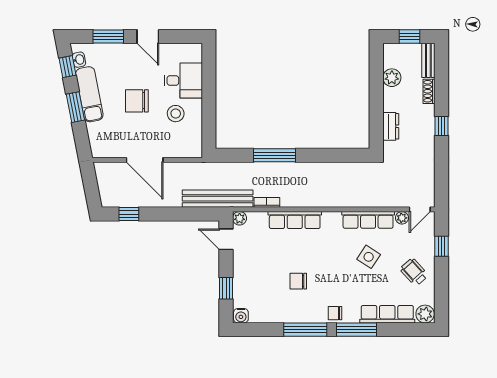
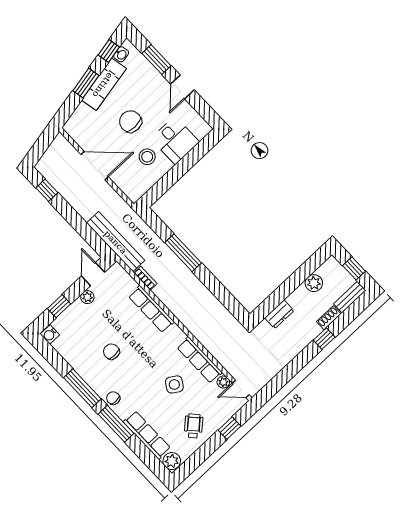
window: (442, 126) -> (324, 339), moved
door: (145, 160) -> (95, 166), swing flipped
plant: (240, 218) -> (87, 297), moved

